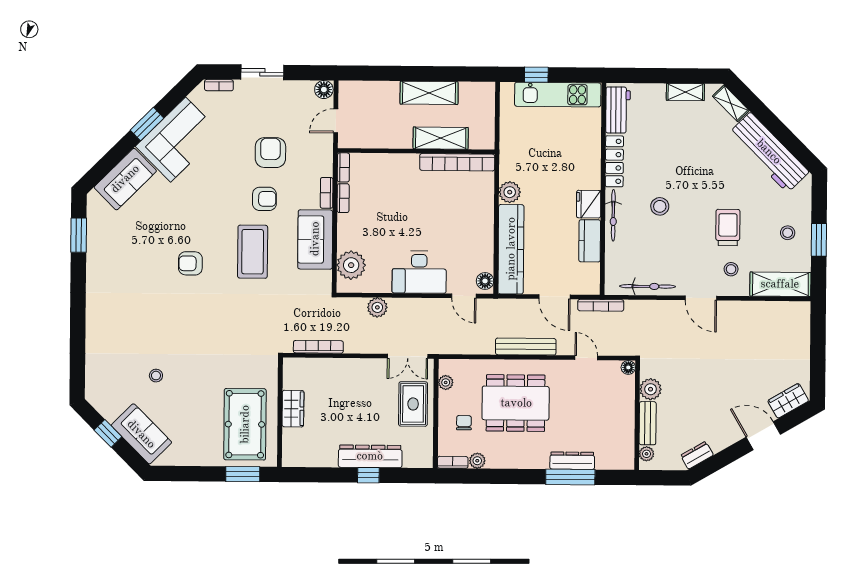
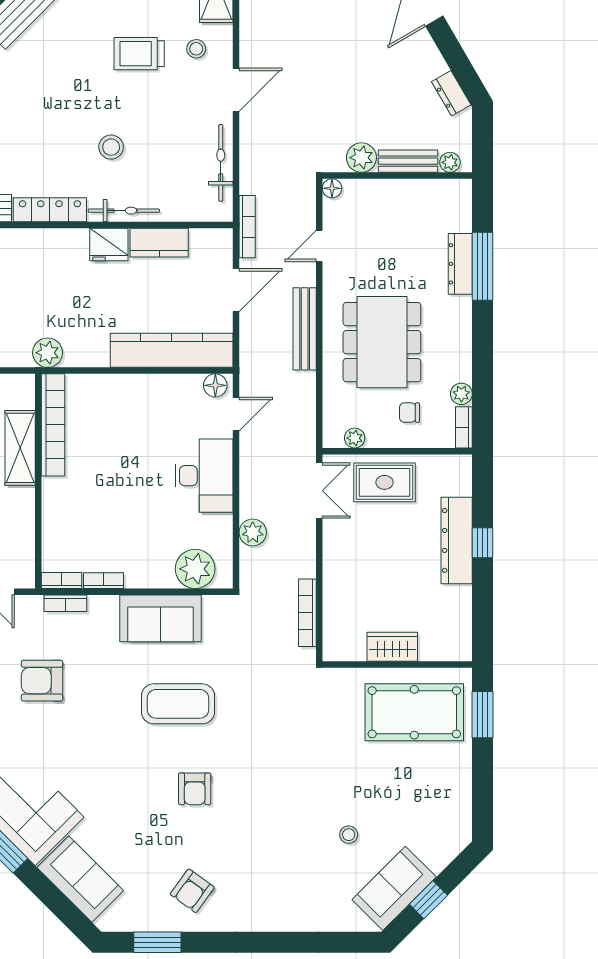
plant: (510, 192) -> (48, 353), moved
bookcase: (327, 193) -> (65, 603), moved
armchair: (264, 199) -> (192, 891), moved, turned -144
sofa: (141, 434) -> (394, 888), moved

